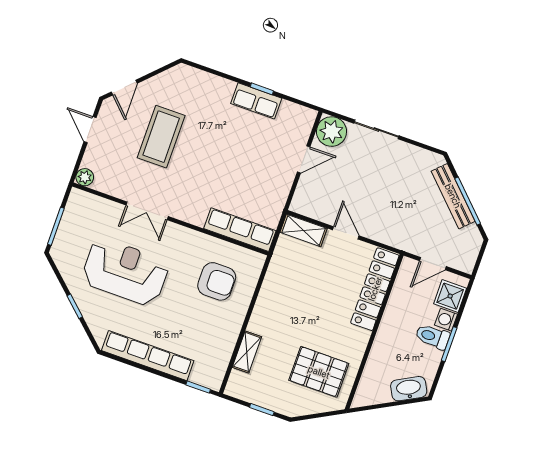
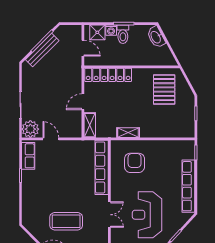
row of seats: (256, 101) -> (28, 156), moved
row of seats: (240, 230) -> (102, 167), width x1.36
shelving: (247, 352) -> (128, 133), moved

